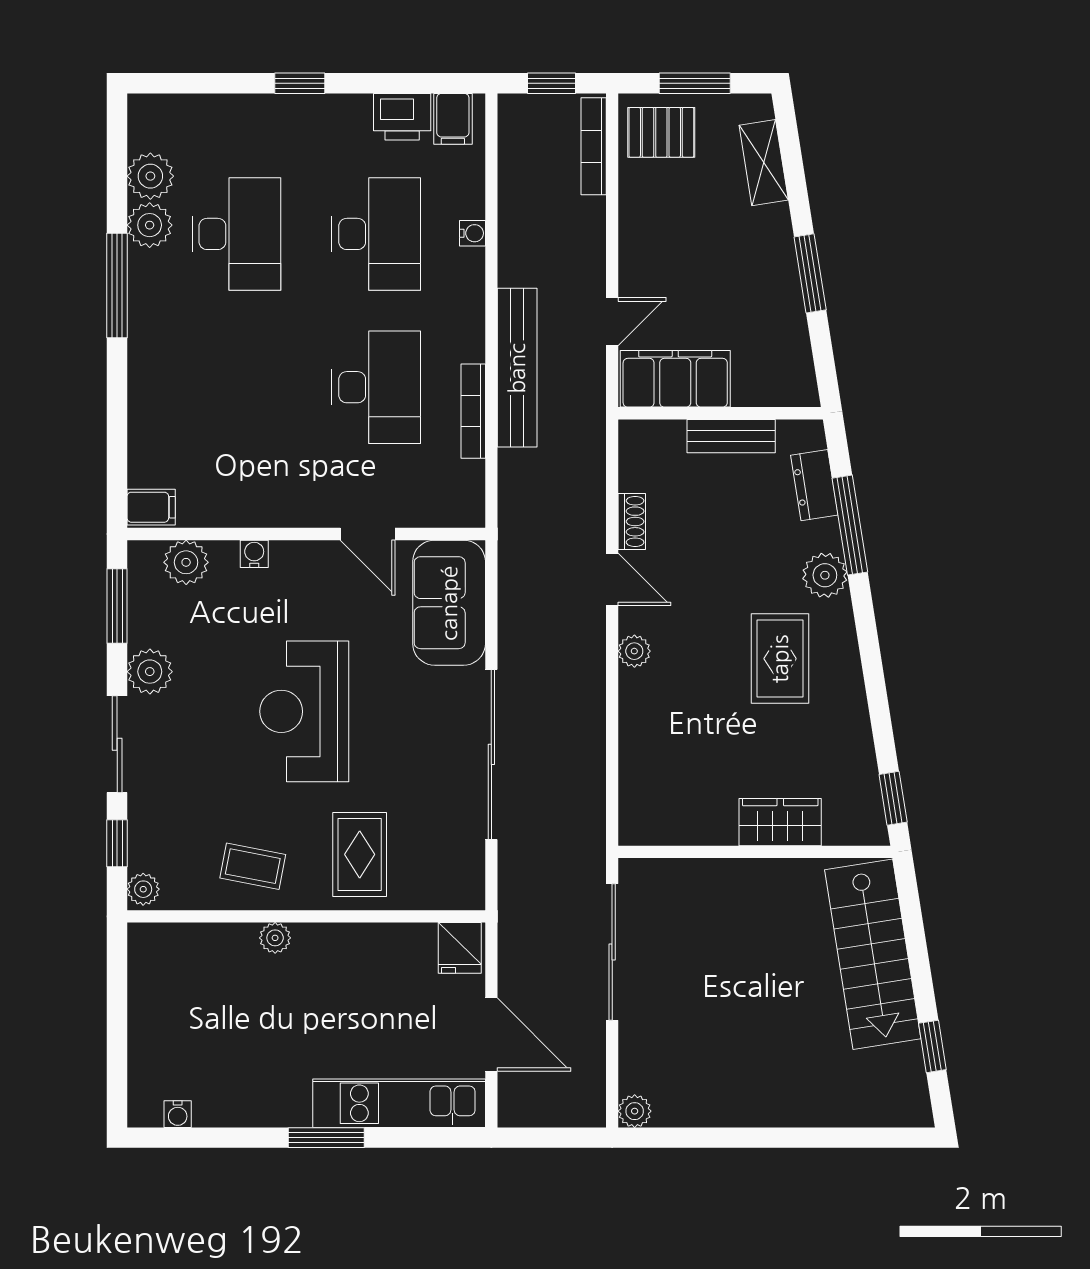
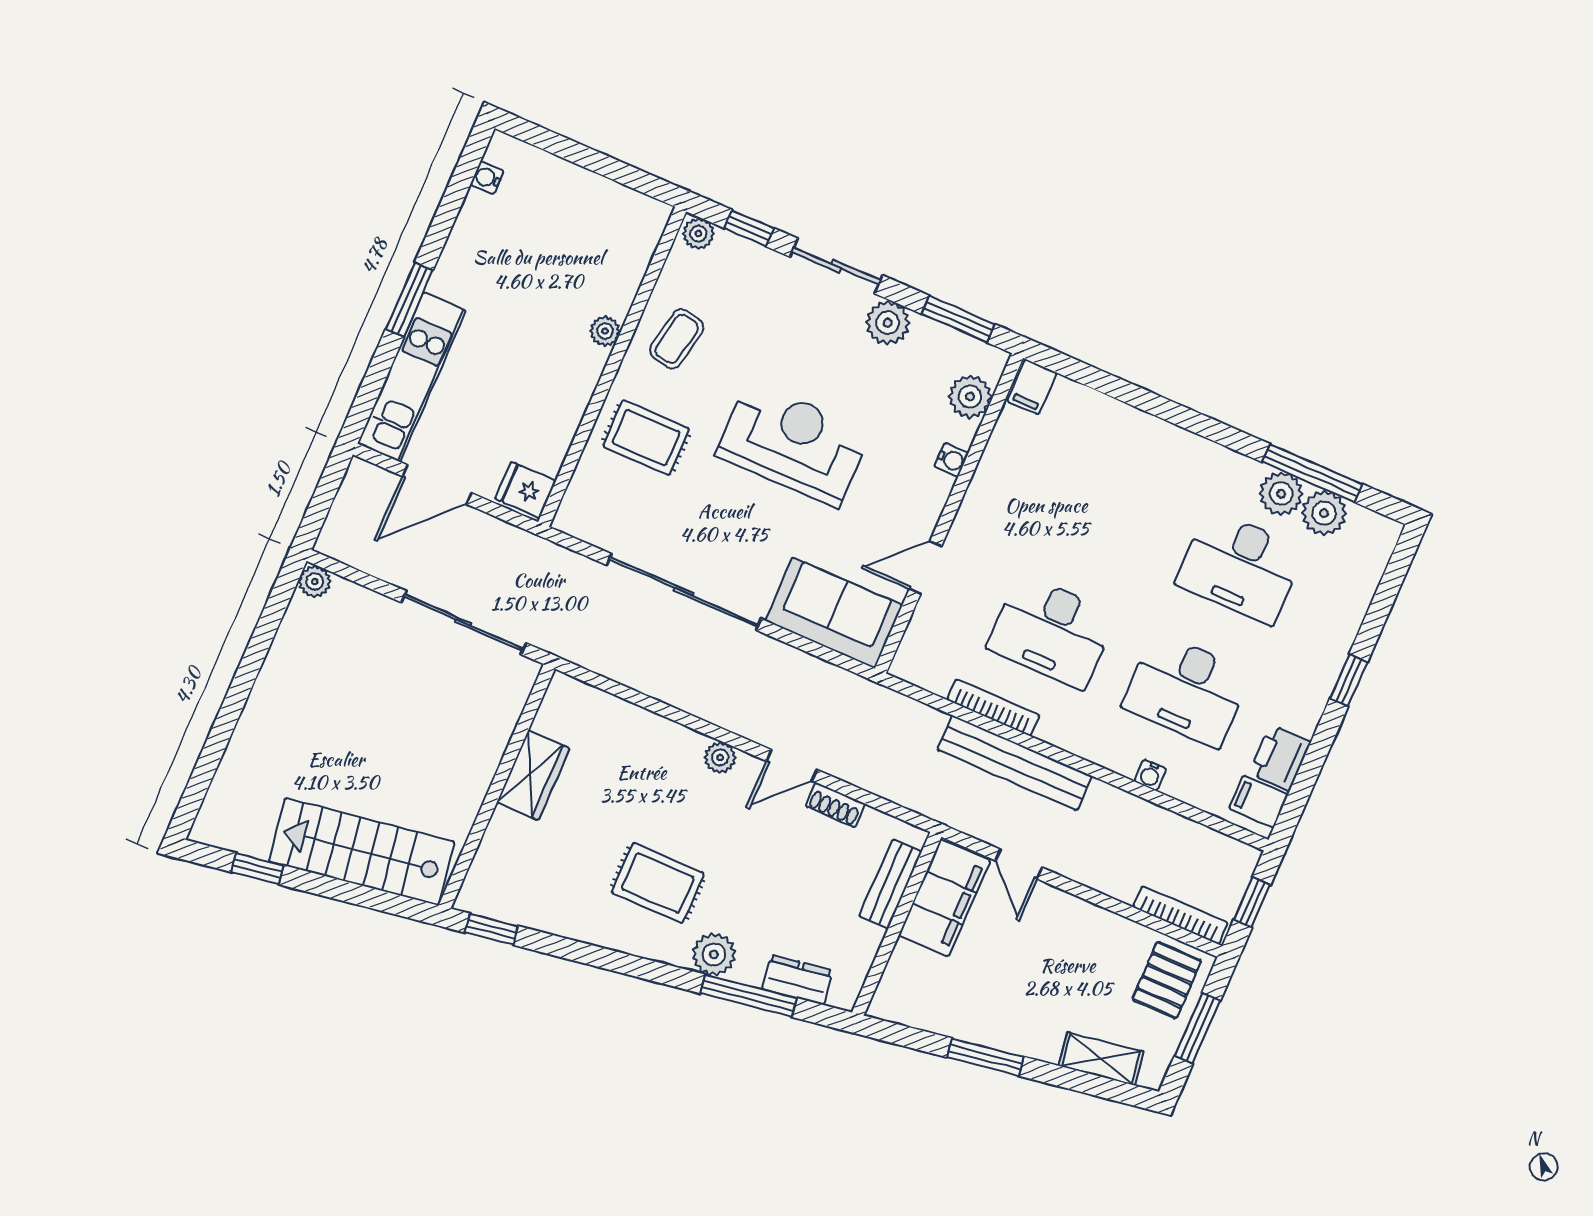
window: (117, 285) -> (1312, 473), moved
bench: (731, 436) -> (890, 884), moved
wardrobe: (780, 822) -> (533, 775), moved

